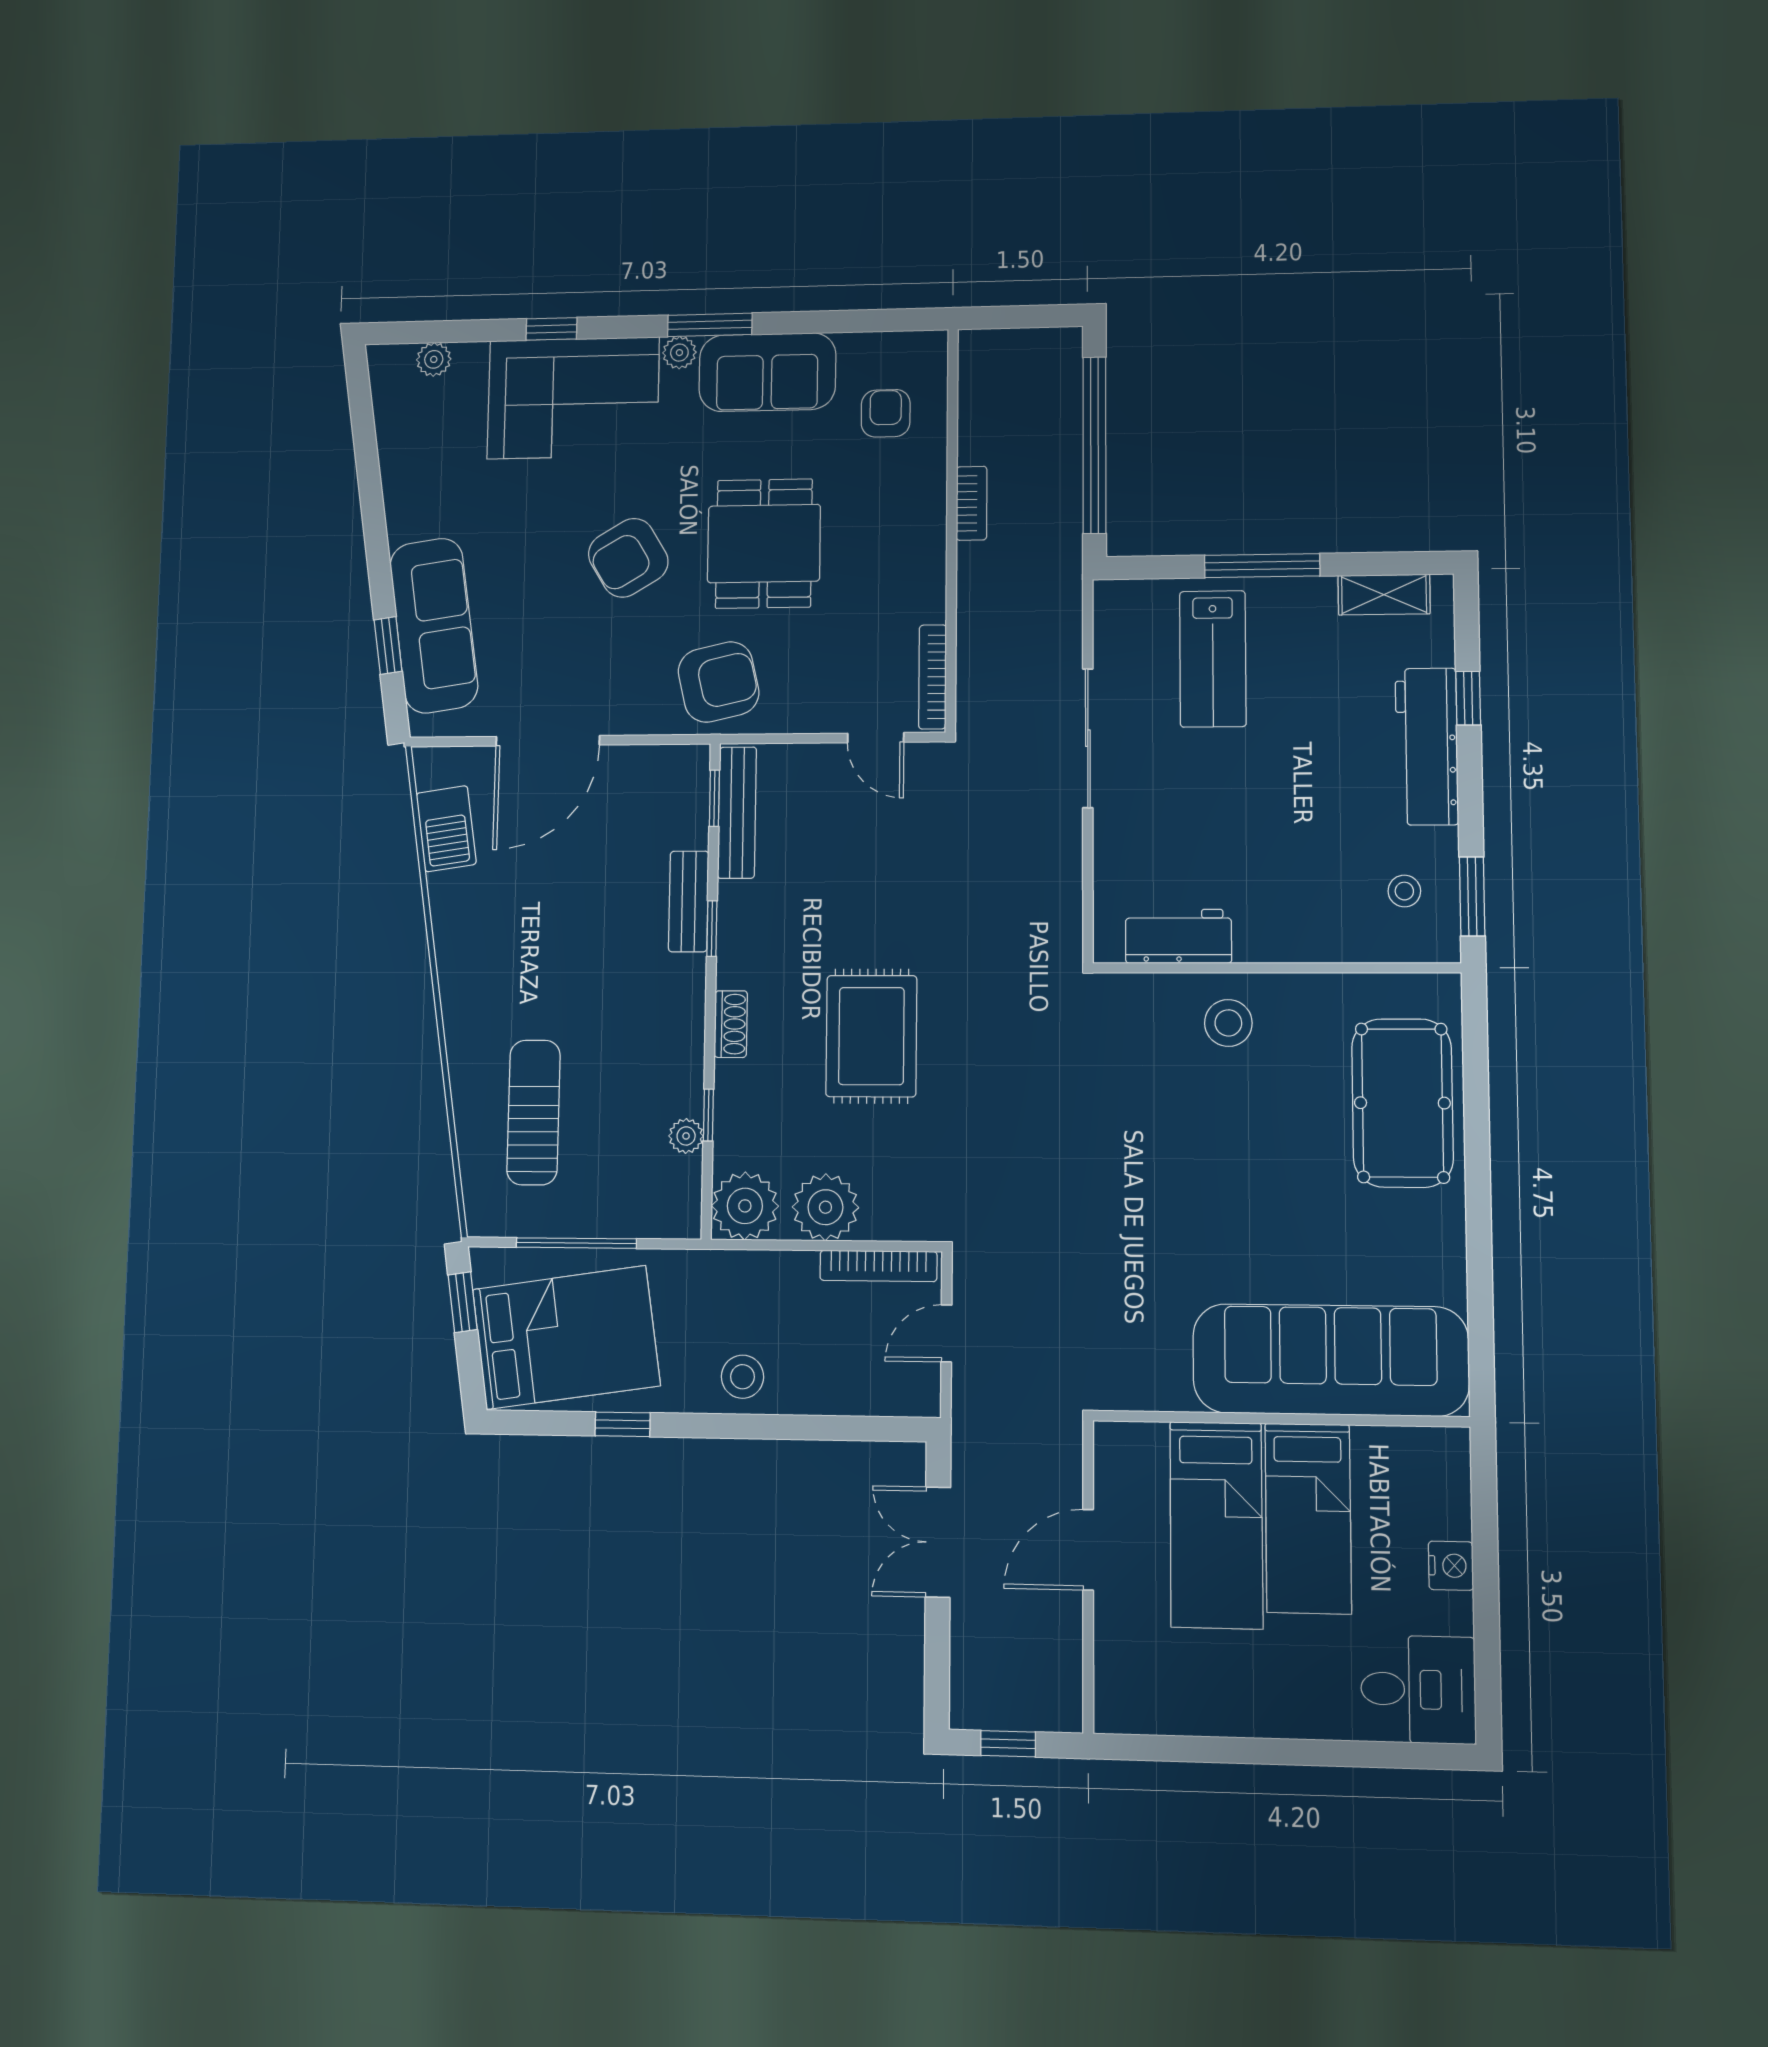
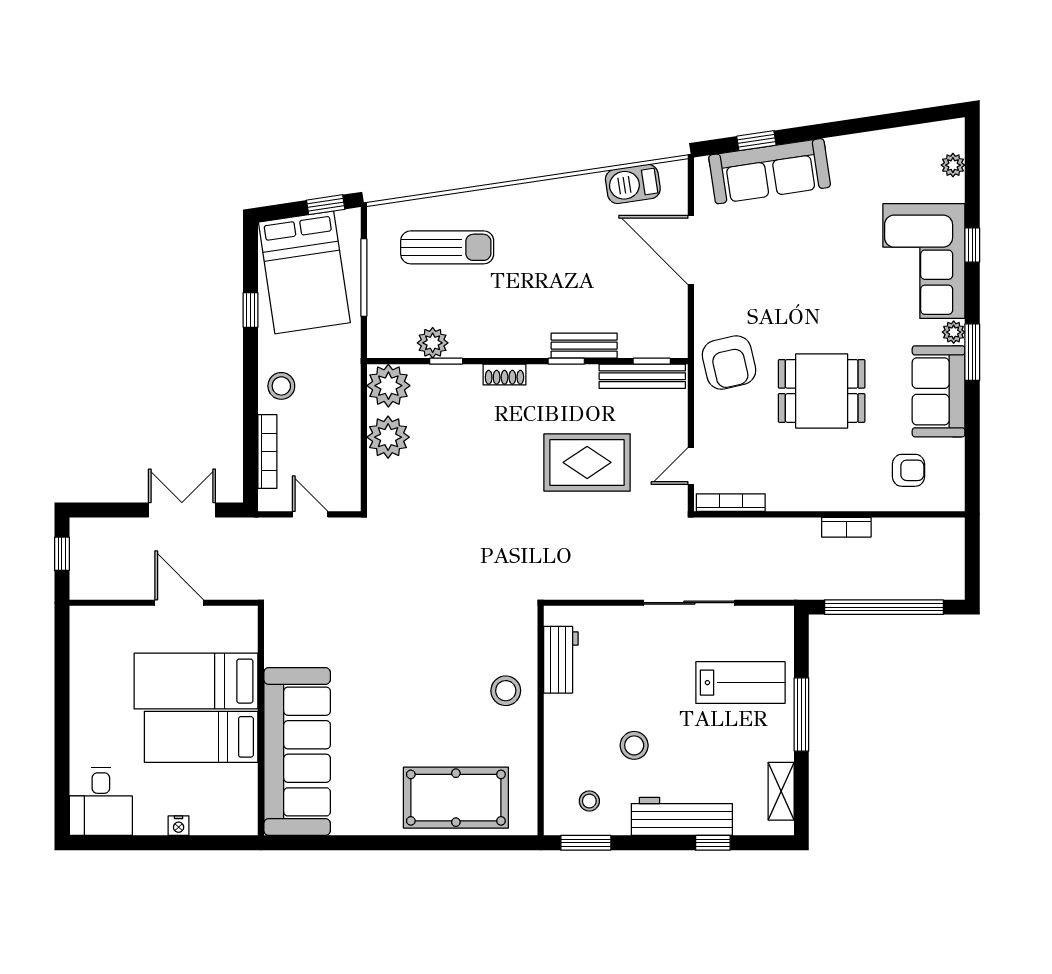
armchair: (628, 558) -> (814, 301), removed
lab bench: (1213, 659) -> (740, 683), turned 180
stool: (1314, 821) -> (634, 745), added
rug: (871, 1036) -> (587, 462), moved
plant: (686, 1136) -> (433, 343), width x1.38, depth x1.38
bookcase: (878, 1266) -> (267, 452), moved, turned 180
nightstand: (1451, 1566) -> (179, 826), width x0.72, depth x0.74

